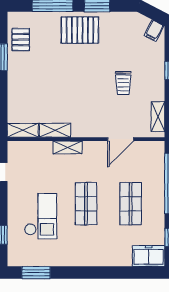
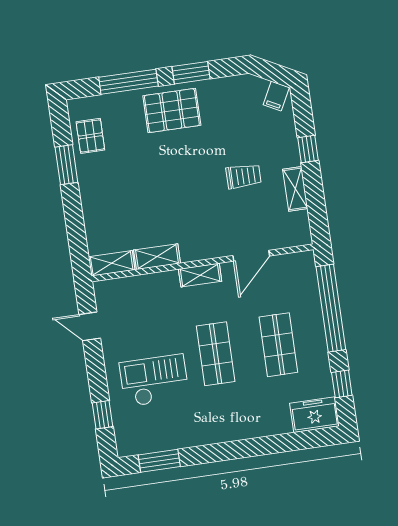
trolley: (123, 83) -> (244, 176), turned -90
shelving: (158, 117) -> (295, 189), moved
shelving: (68, 147) -> (200, 275), moved
checkout: (41, 216) -> (154, 380), turned -90

